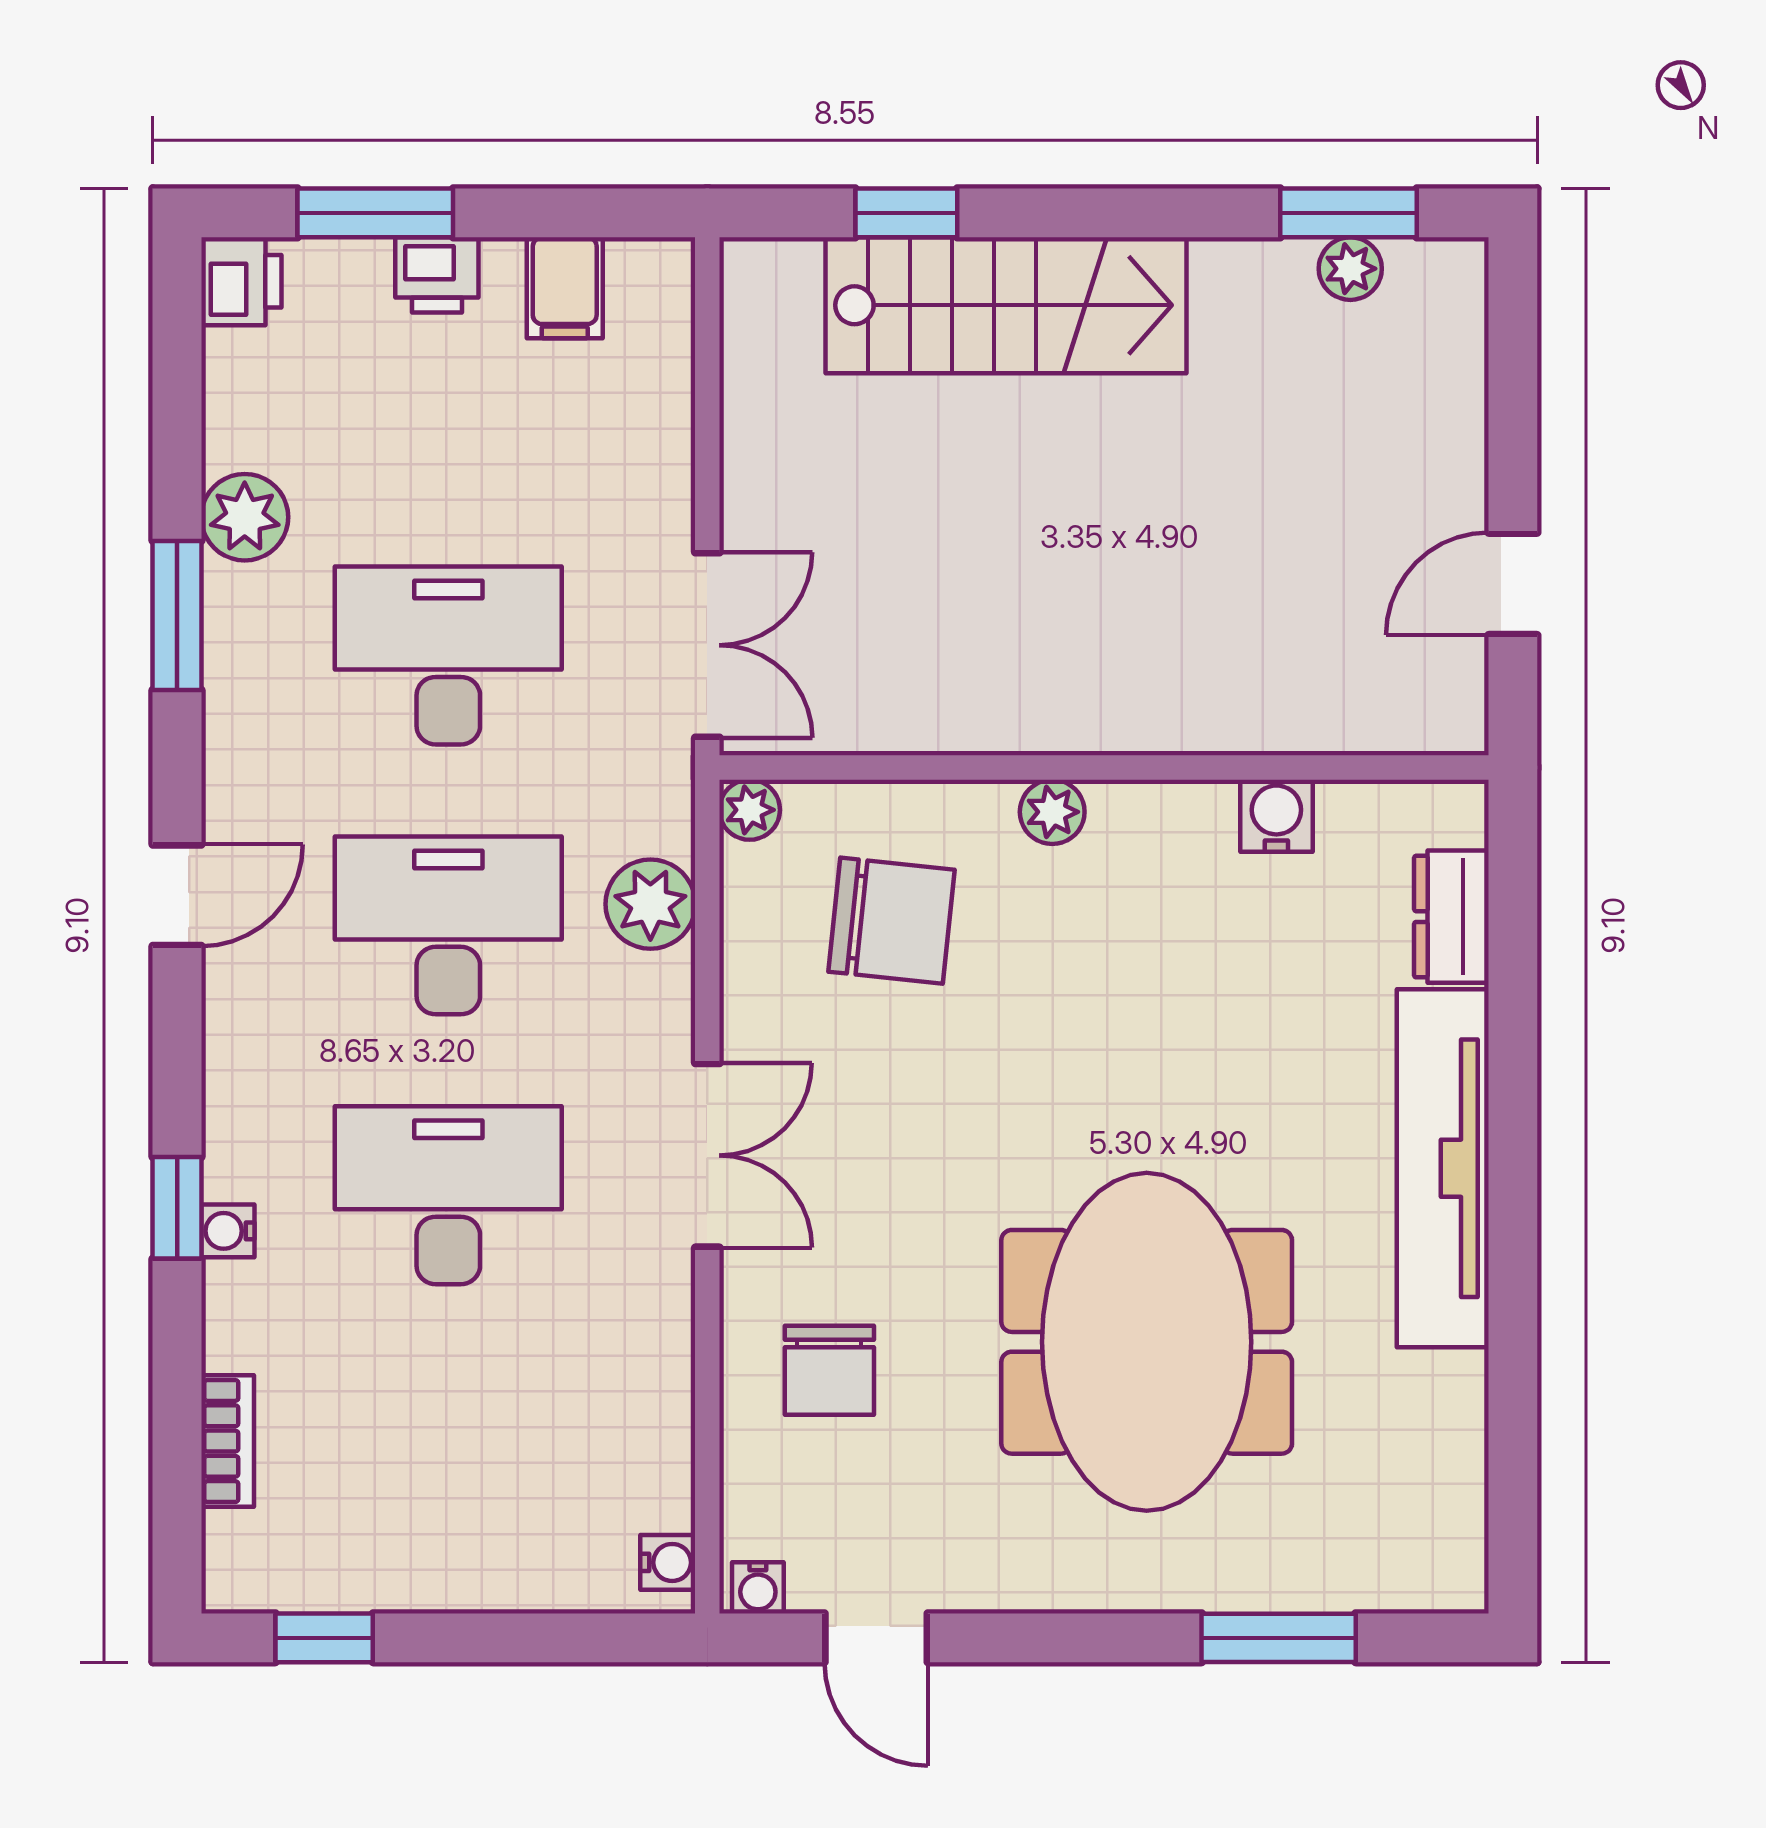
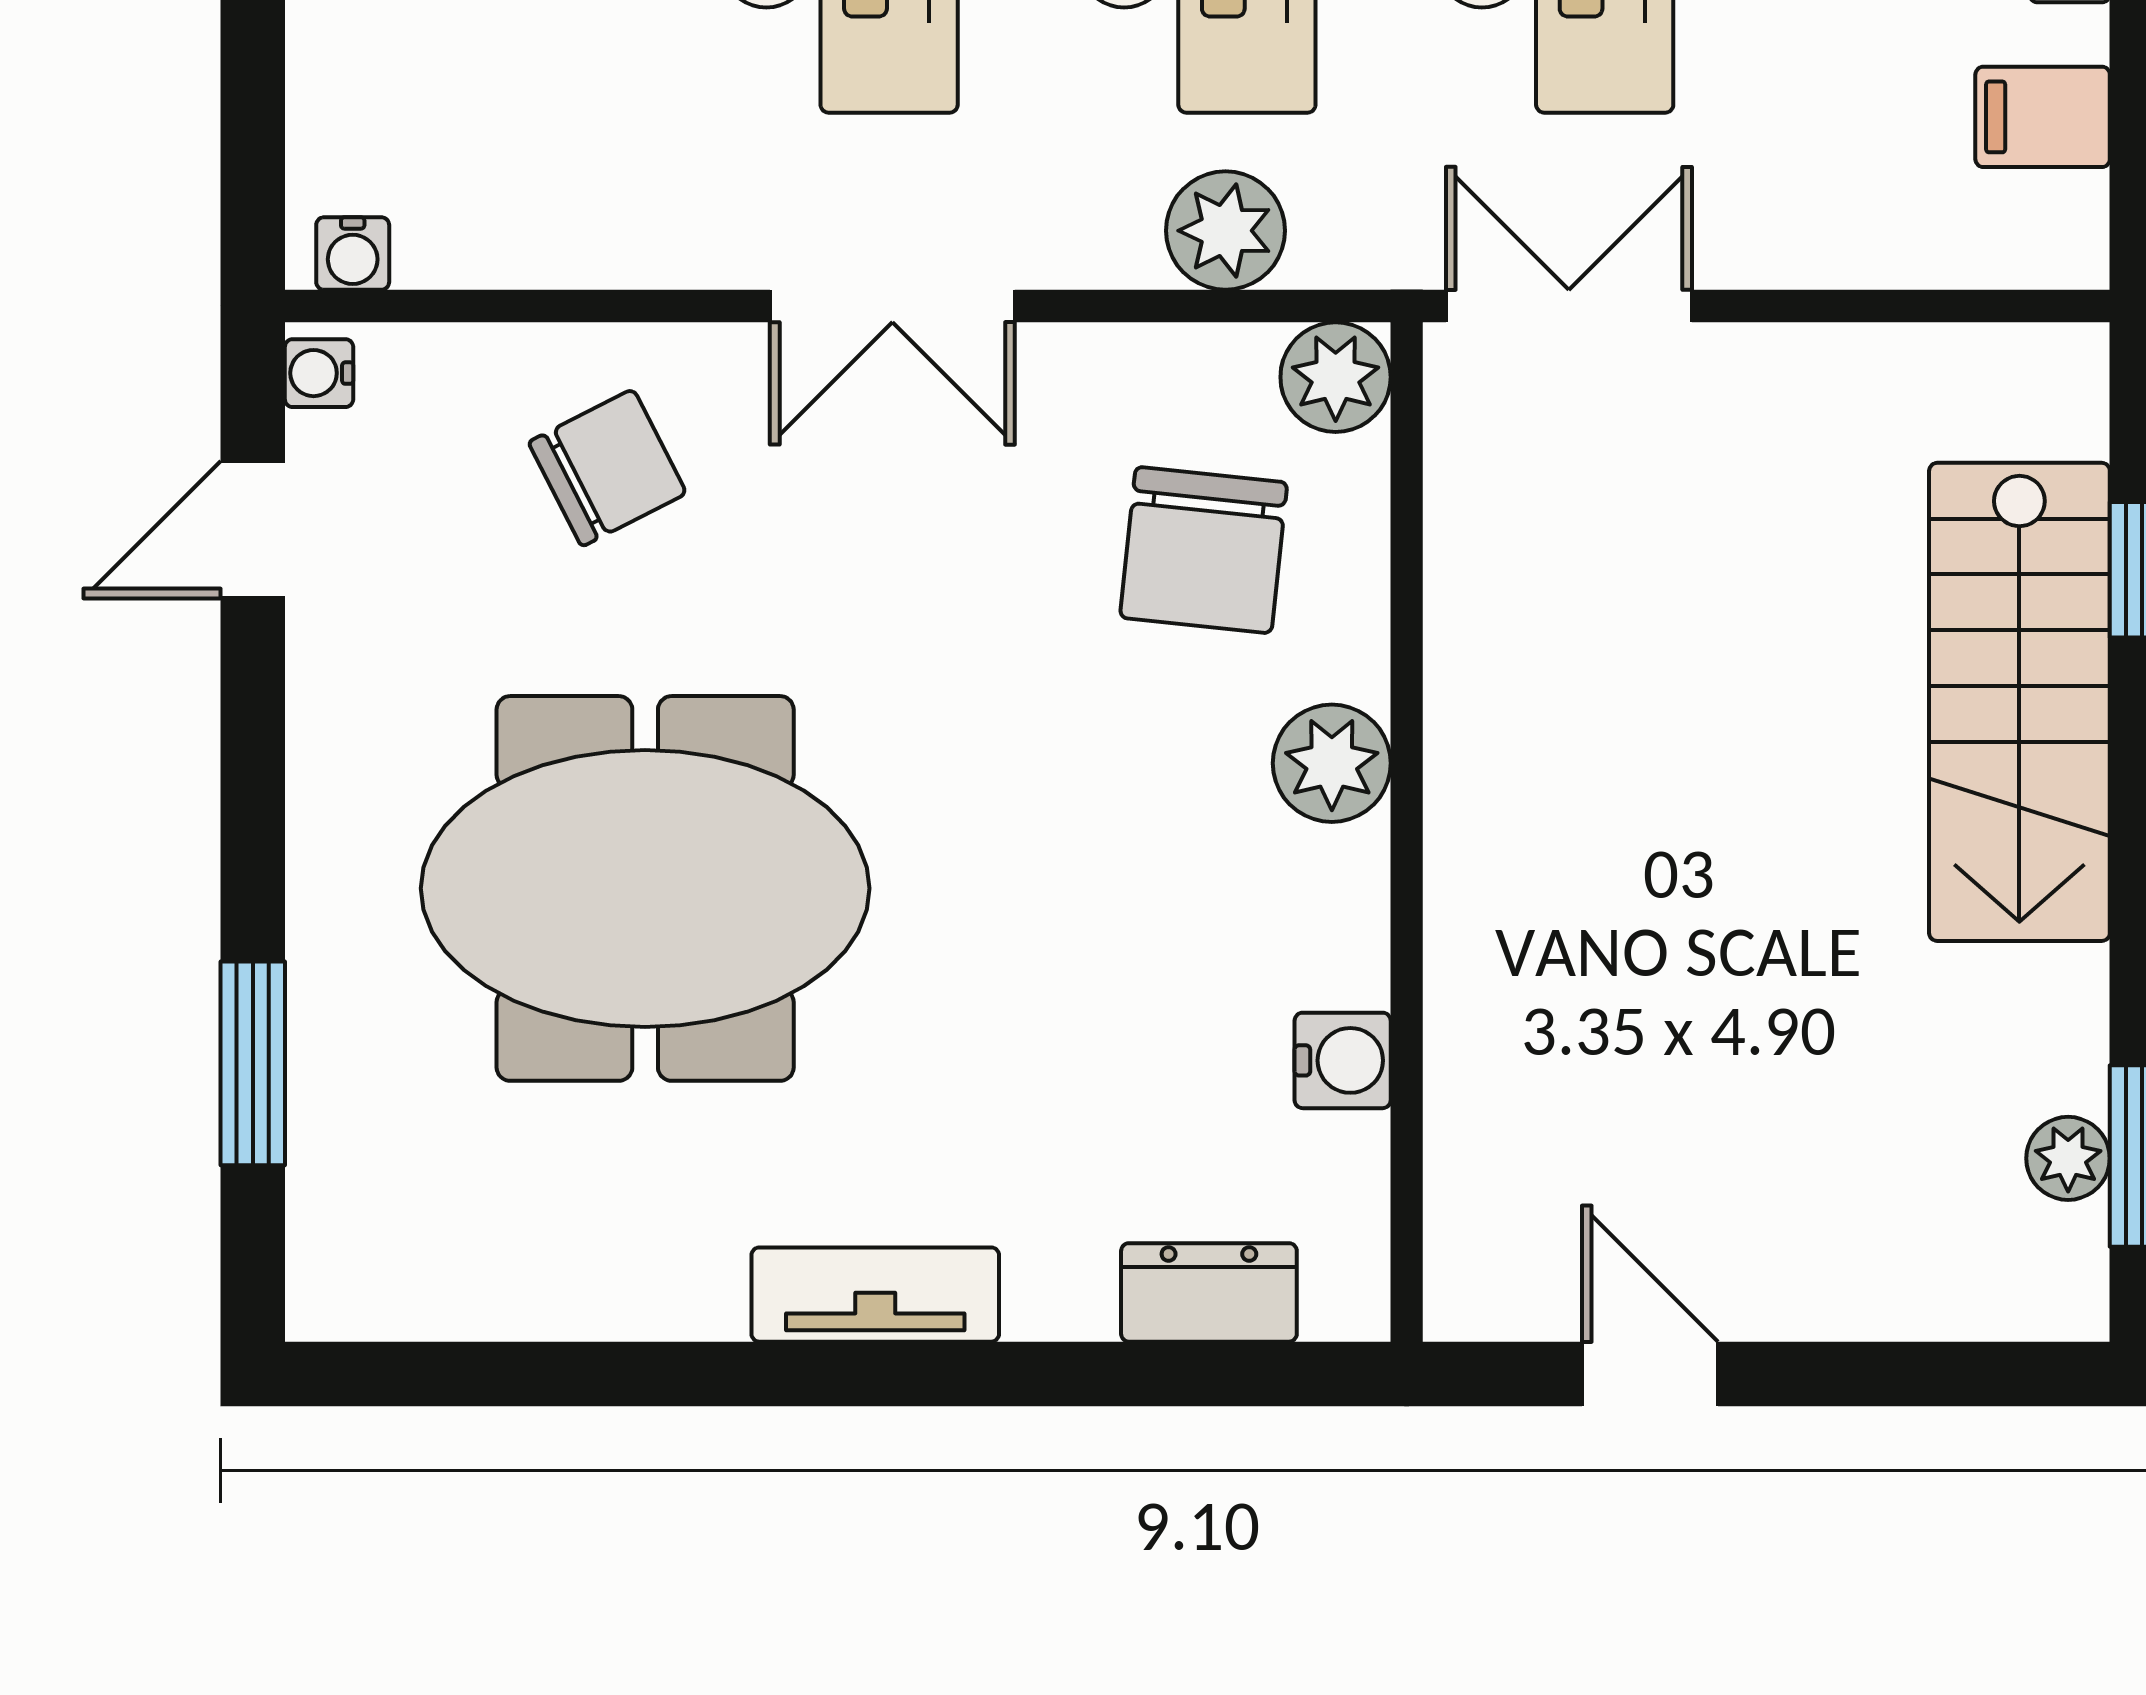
double door: (707, 645) -> (1569, 306), swing flipped
plant: (750, 810) -> (1336, 377), width x1.38, depth x1.38
plant: (1052, 812) -> (1332, 763), width x1.38, depth x1.38
tv unit: (1443, 1168) -> (875, 1295), width x0.52, depth x0.78
chair: (829, 1370) -> (607, 468), turned 153

